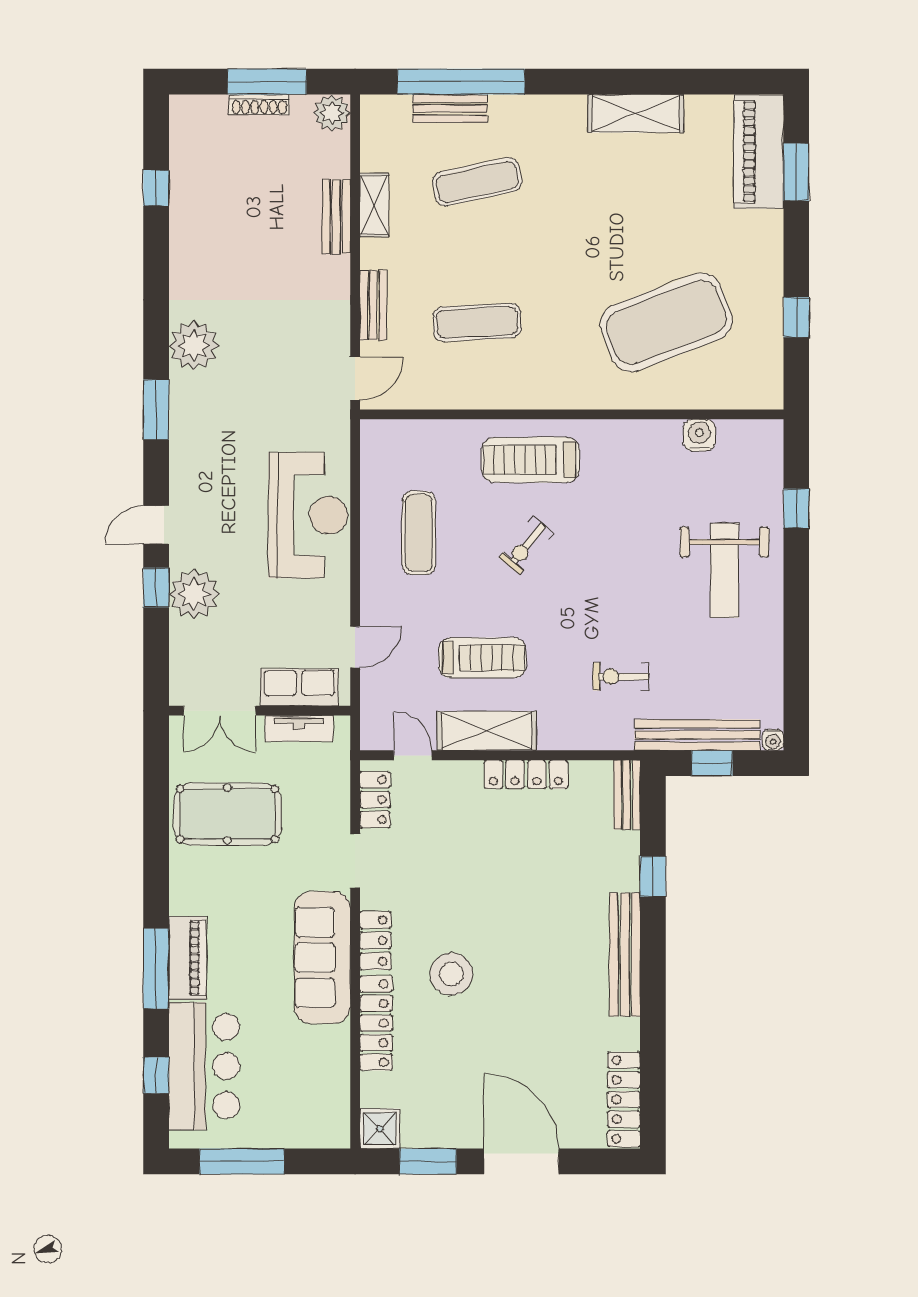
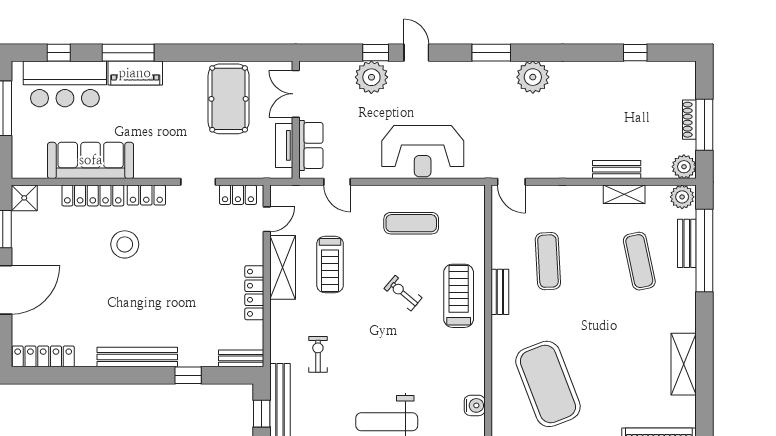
plant: (378, 116) -> (682, 197), added
bench: (373, 305) -> (500, 292), moved, turned 90
sofa: (322, 958) -> (91, 160), moved

